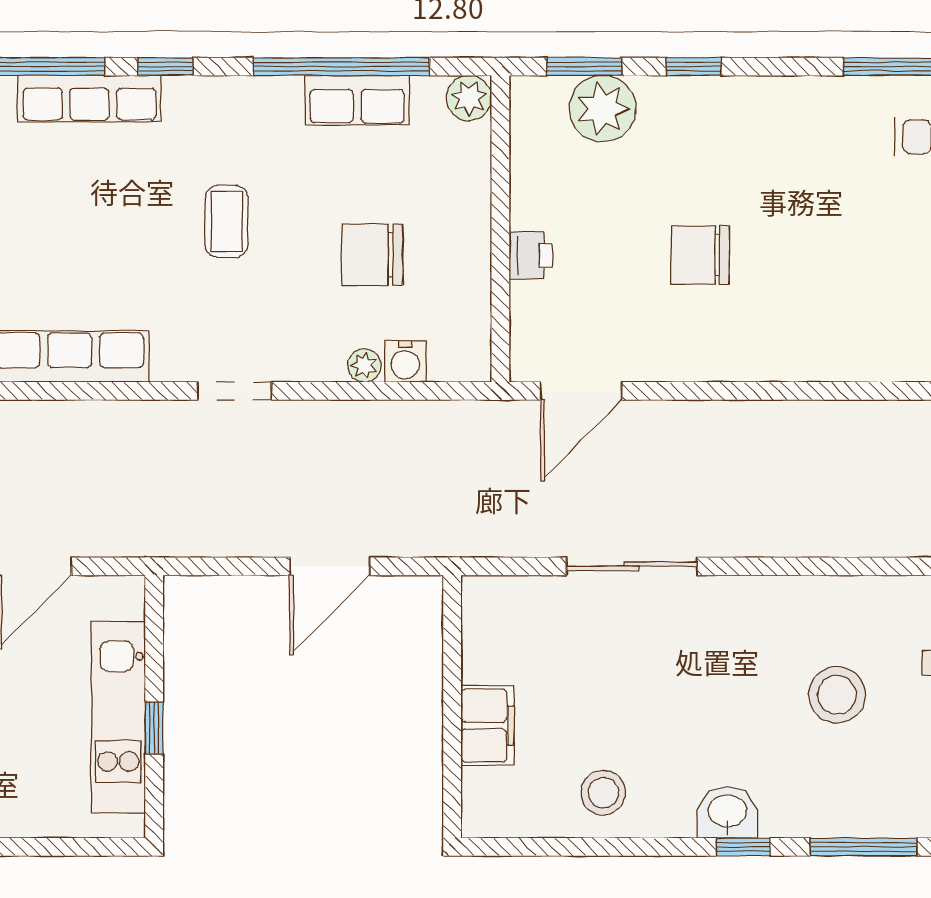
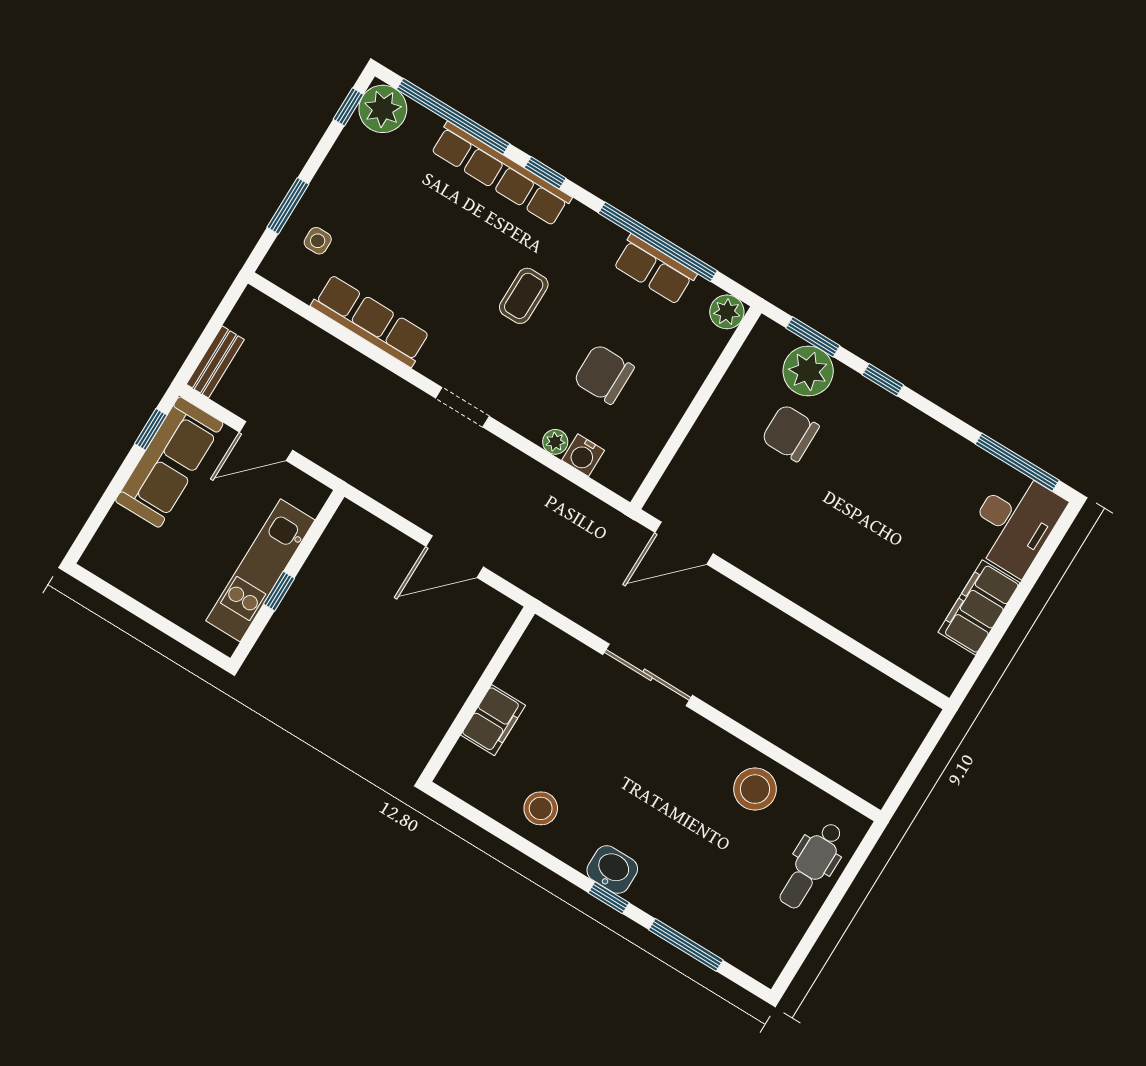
row of seats: (90, 98) -> (501, 174), width x1.36
printer: (531, 255) -> (705, 437), removed
chair: (700, 255) -> (790, 433), moved
stool: (837, 695) -> (755, 789), moved

